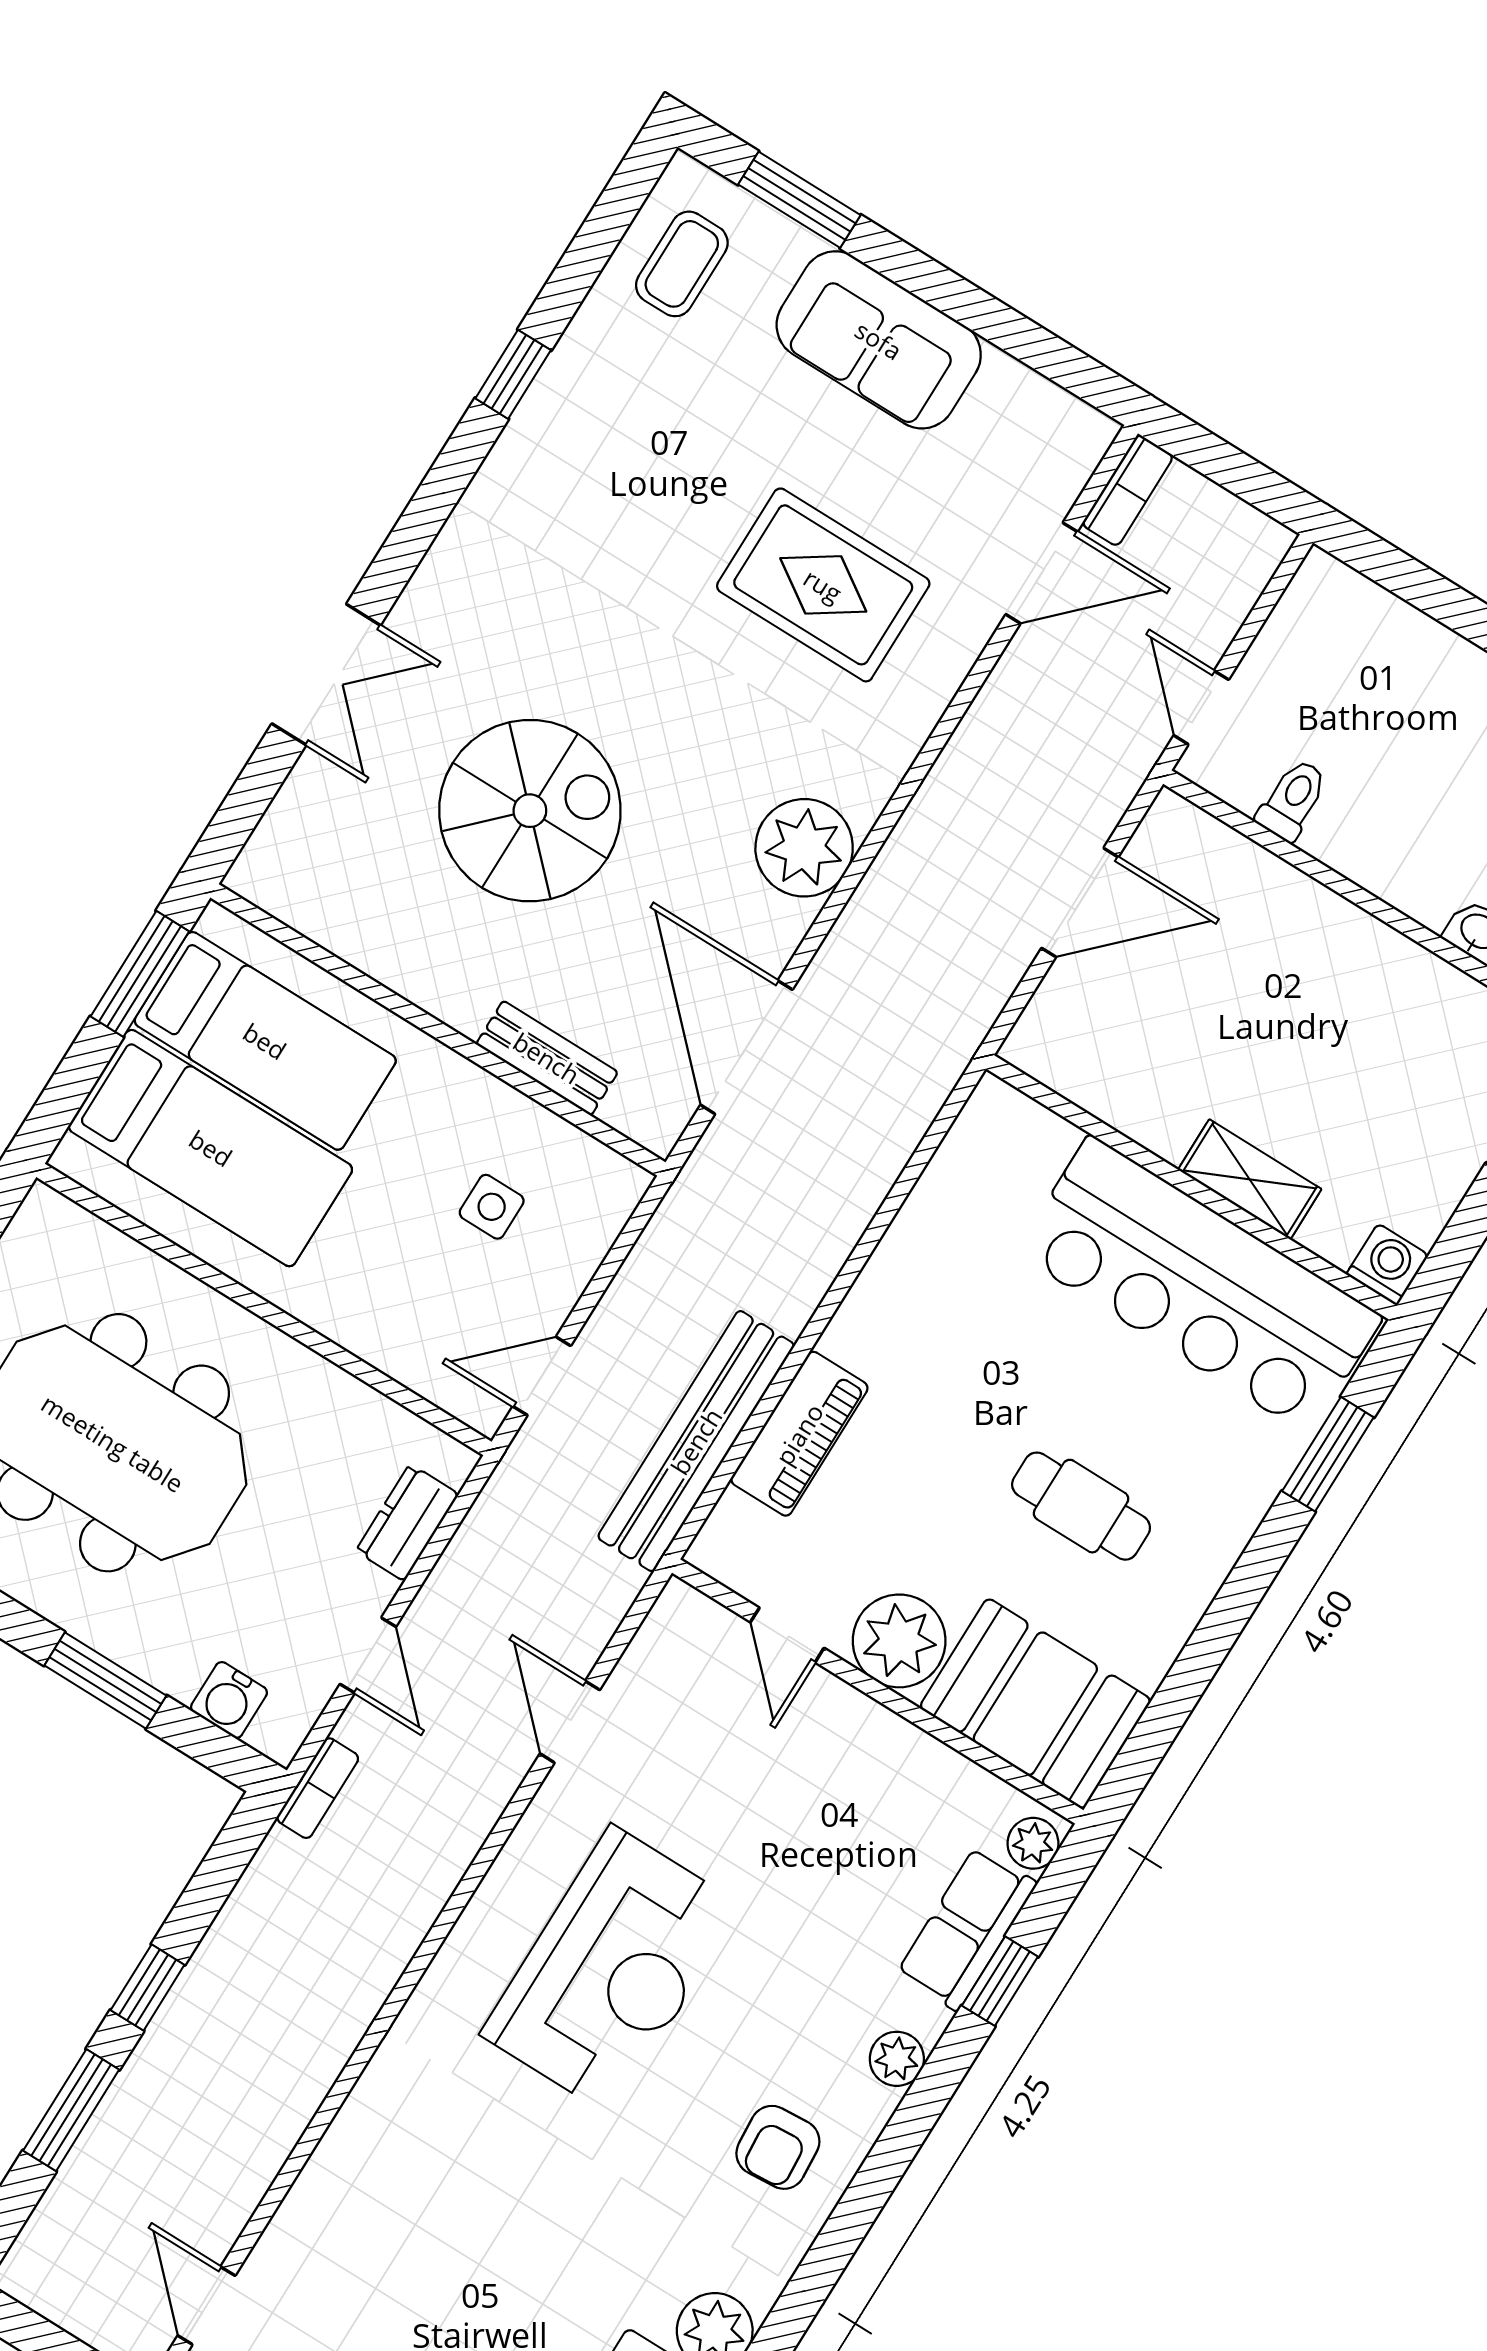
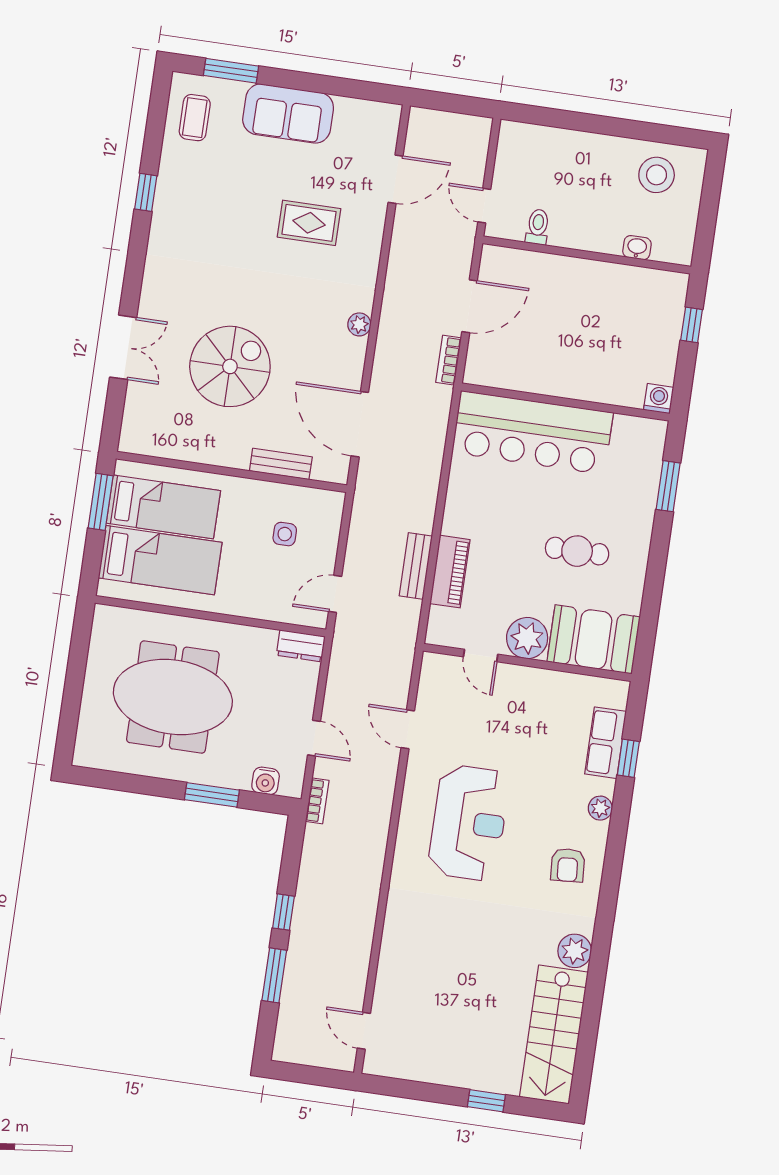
bookcase: (1128, 490) -> (449, 360), moved, turned 180
rug: (823, 585) -> (309, 223), width x0.73, depth x0.70
plant: (804, 848) -> (359, 324), width x0.53, depth x0.53
shelving: (1250, 1179) -> (588, 388), removed
bar counter: (1199, 1285) -> (533, 433), moved
bench: (696, 1441) -> (416, 566), width x0.54, depth x0.82
dresser: (407, 1523) -> (301, 646), moved, turned -90
plant: (1033, 1843) -> (617, 696), removed

